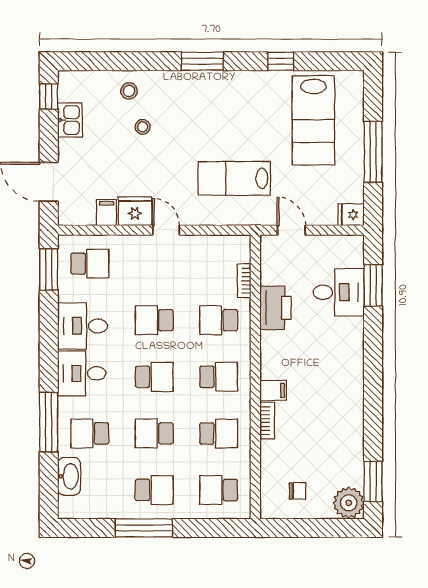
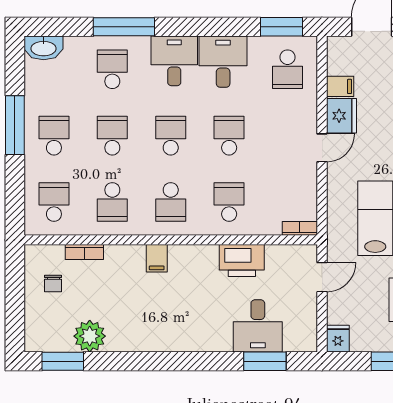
bookcase: (244, 281) -> (300, 228), moved
school desk: (154, 377) -> (171, 136), turned 180
bookcase: (267, 421) -> (84, 252), moved
washbasin: (69, 476) -> (44, 48), moved
school desk: (154, 490) -> (54, 136), turned 180
plant: (349, 503) -> (90, 336), moved

